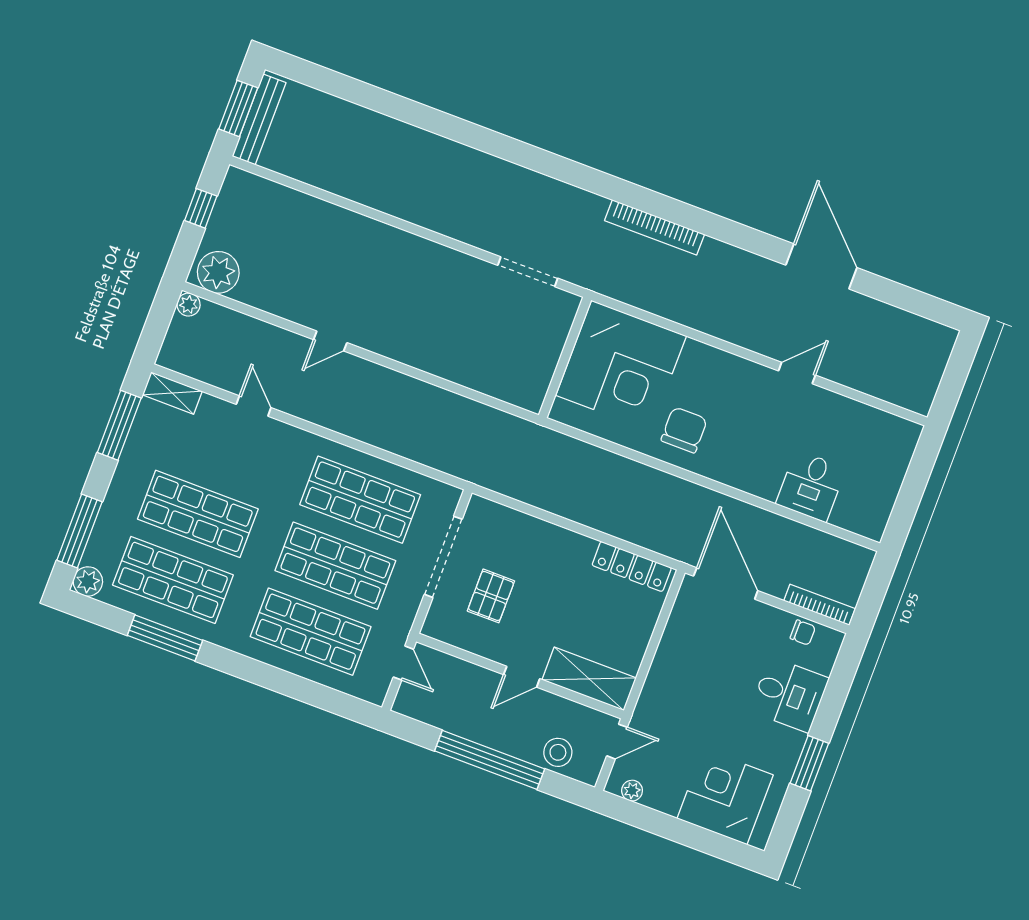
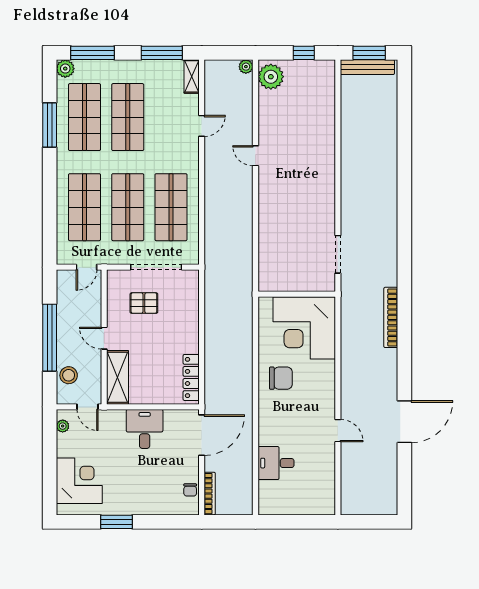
desk: (789, 695) -> (145, 429), moved, turned 180

